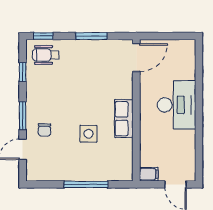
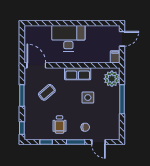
wheelchair: (46, 55) -> (60, 124), moved
coffee table: (96, 73) -> (47, 92), added
plant: (116, 169) -> (112, 79), added

